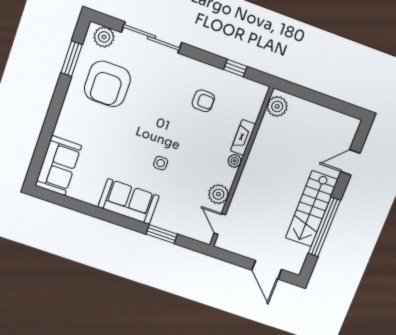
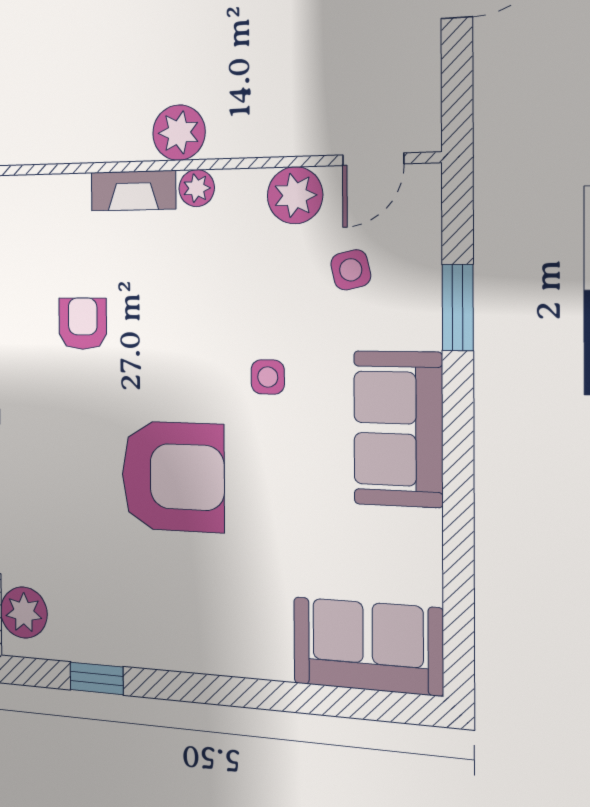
window: (72, 59) -> (97, 678), width x0.67
armchair: (107, 84) -> (173, 476), moved
plant: (277, 106) -> (179, 133), moved
side table: (187, 204) -> (351, 270), added

